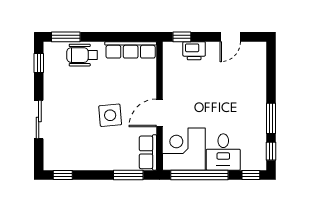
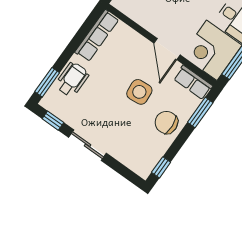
wheelchair: (82, 55) -> (72, 79), turned 180
sliding door: (39, 120) -> (88, 145), moved
chair: (101, 154) -> (166, 122), added

